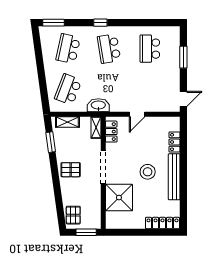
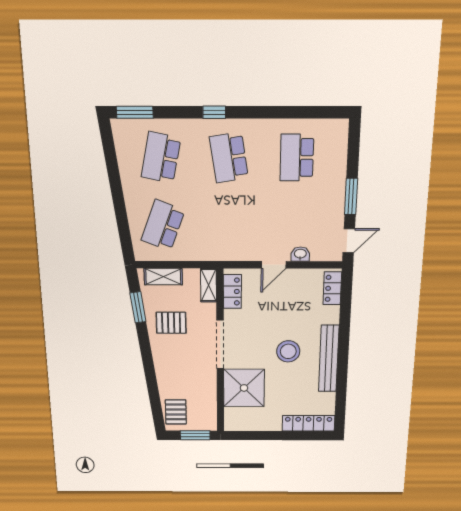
window: (183, 57) -> (351, 197), moved
washbasin: (98, 105) -> (300, 254), moved, width x0.52, depth x0.69
locker: (175, 142) -> (332, 288), moved
pallet: (71, 170) -> (171, 323), moved

